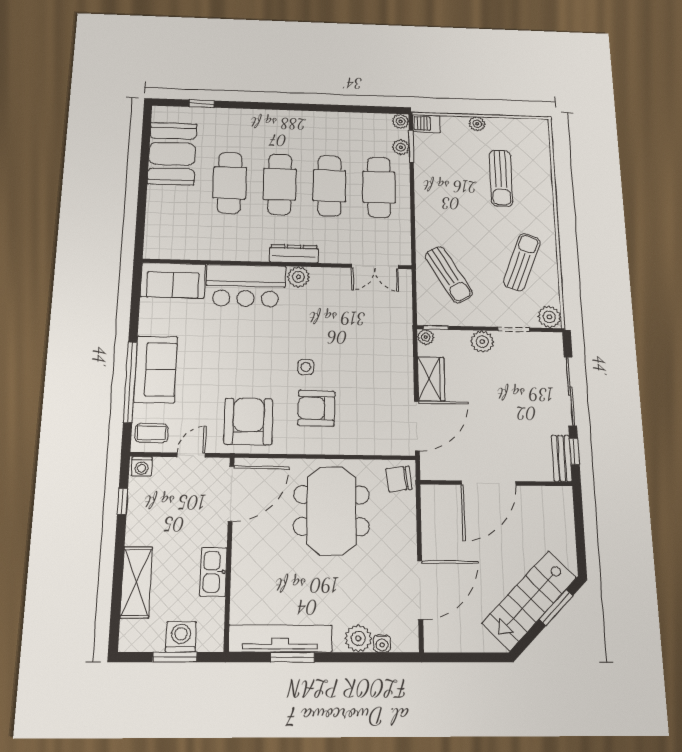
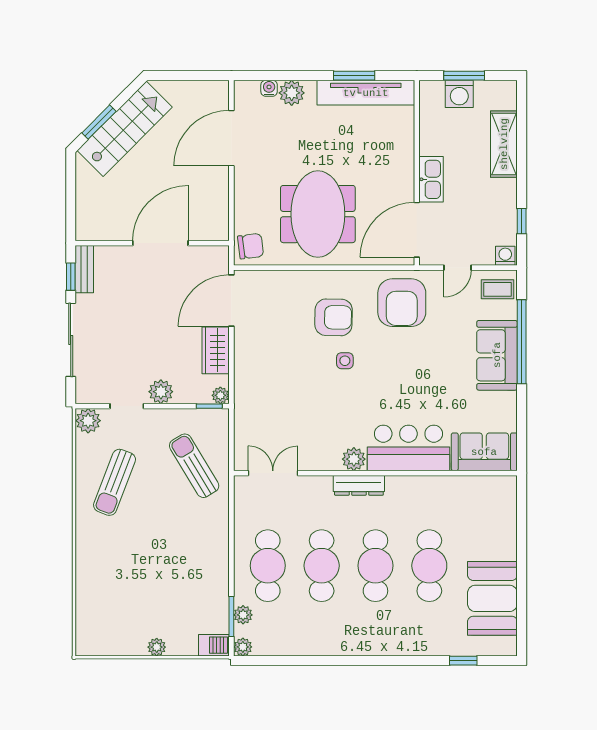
sun lounger: (501, 178) -> (133, 581), removed
kitchen sink: (213, 572) -> (431, 179), moved

